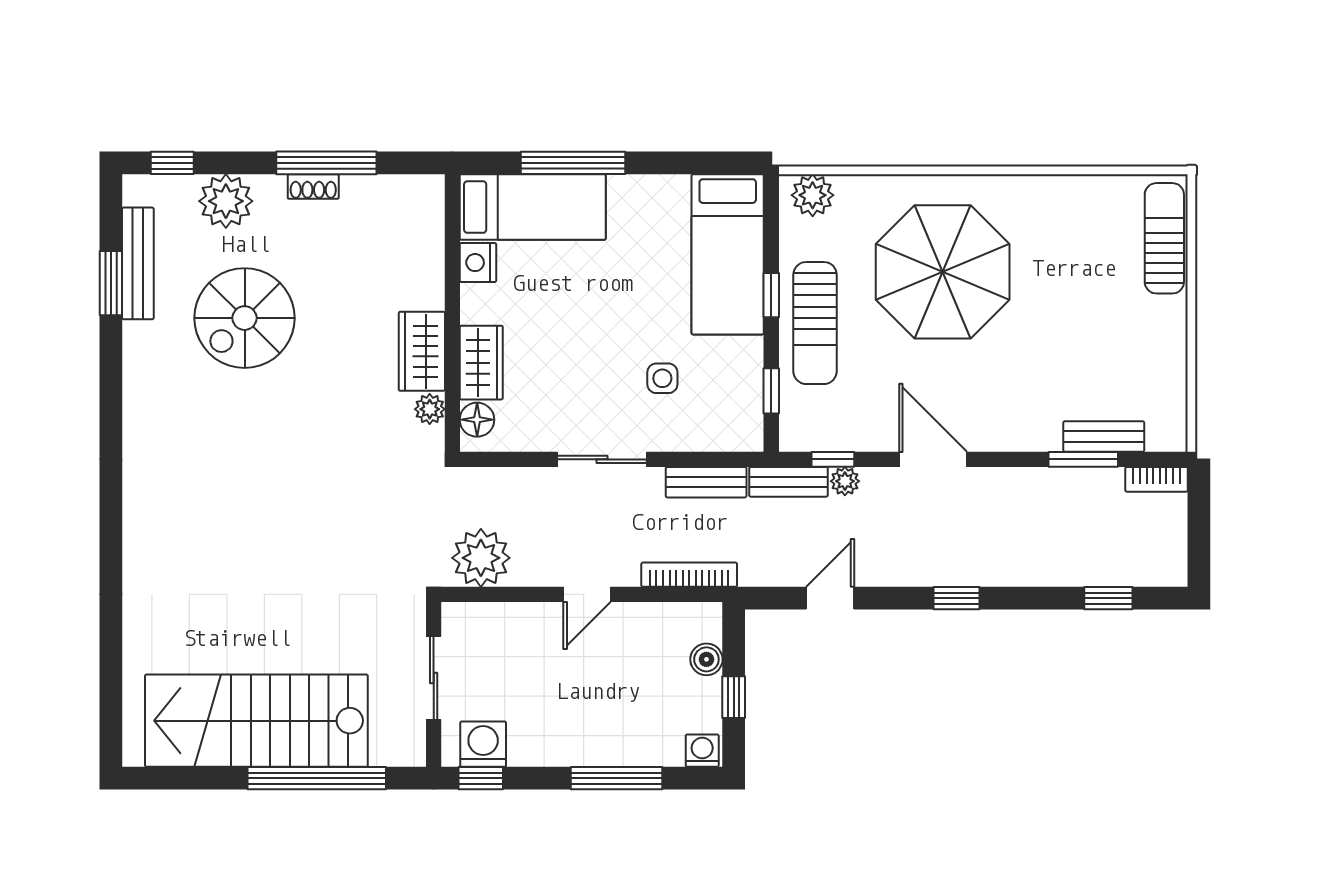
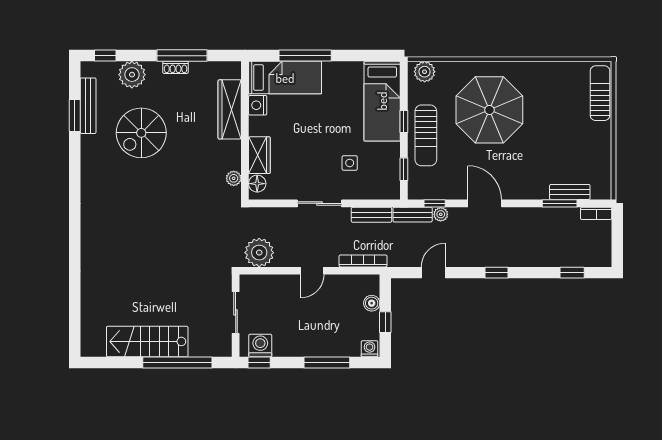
wardrobe: (422, 351) -> (230, 109), moved, width x1.50
stairs: (256, 721) -> (147, 341), width x0.73, depth x0.66

